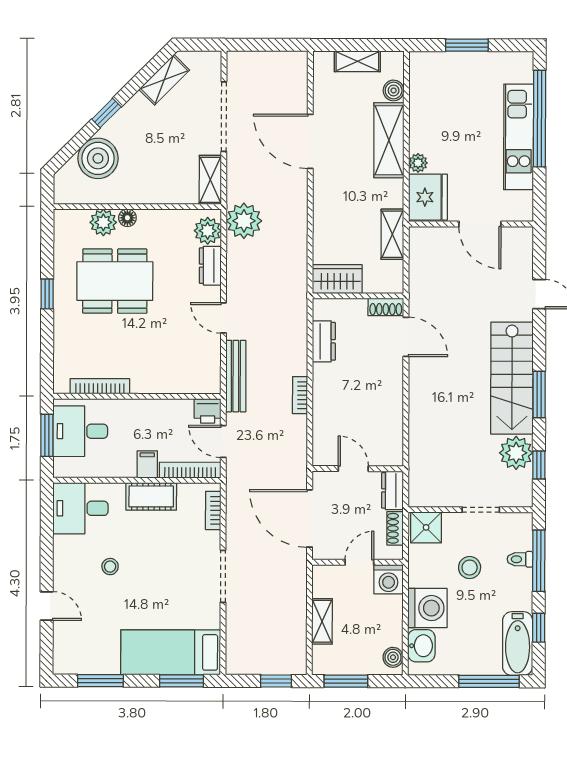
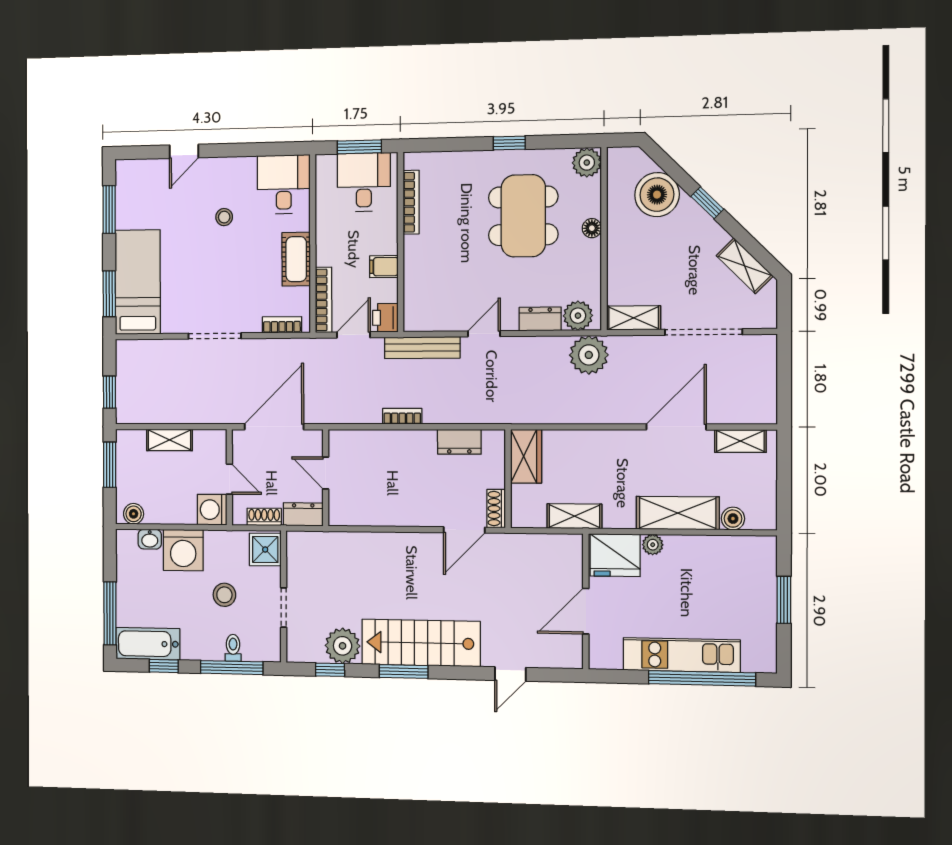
shelving: (357, 61) -> (740, 441), moved, turned 90
plant: (103, 222) -> (587, 163), moved
filing cabinet: (147, 464) -> (384, 267), moved, turned 180
door: (353, 469) -> (326, 473), swing flipped
washbasin: (421, 646) -> (150, 539), width x0.72, depth x0.69

